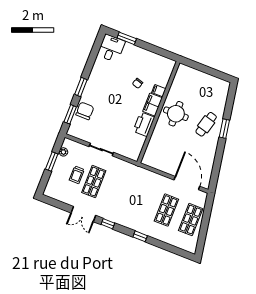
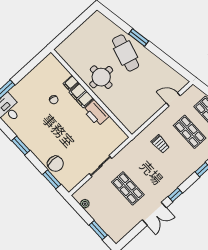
window: (81, 87) -> (21, 145), moved
chair: (85, 111) -> (55, 164), turned 180
cafe table: (206, 124) -> (126, 53), width x1.37, depth x1.35
window: (52, 161) -> (98, 230), moved
trolley: (77, 175) -> (160, 144), moved
door: (187, 183) -> (173, 99), width x0.53

